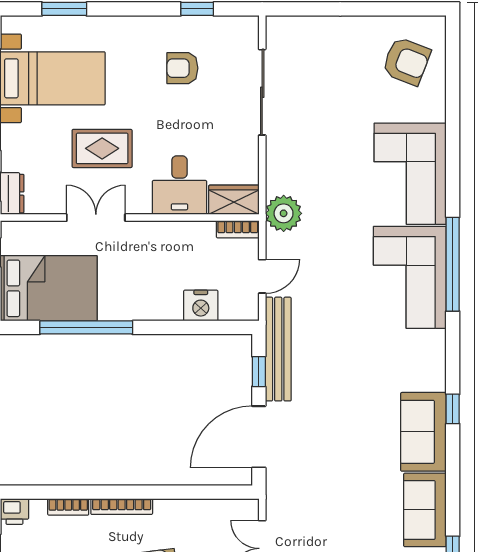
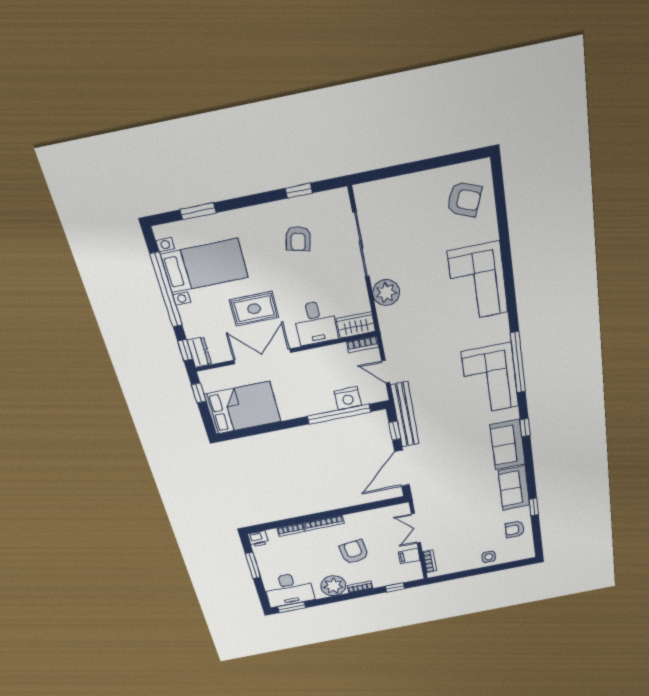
armchair: (182, 68) -> (298, 239), turned -77
plant: (284, 213) -> (386, 293), moved
double door: (96, 218) -> (262, 356), width x1.37
window: (453, 264) -> (518, 362), moved
door: (262, 276) -> (386, 372), swing flipped
corner sofa: (410, 277) -> (490, 379), moved
window: (86, 327) -> (339, 414), moved

